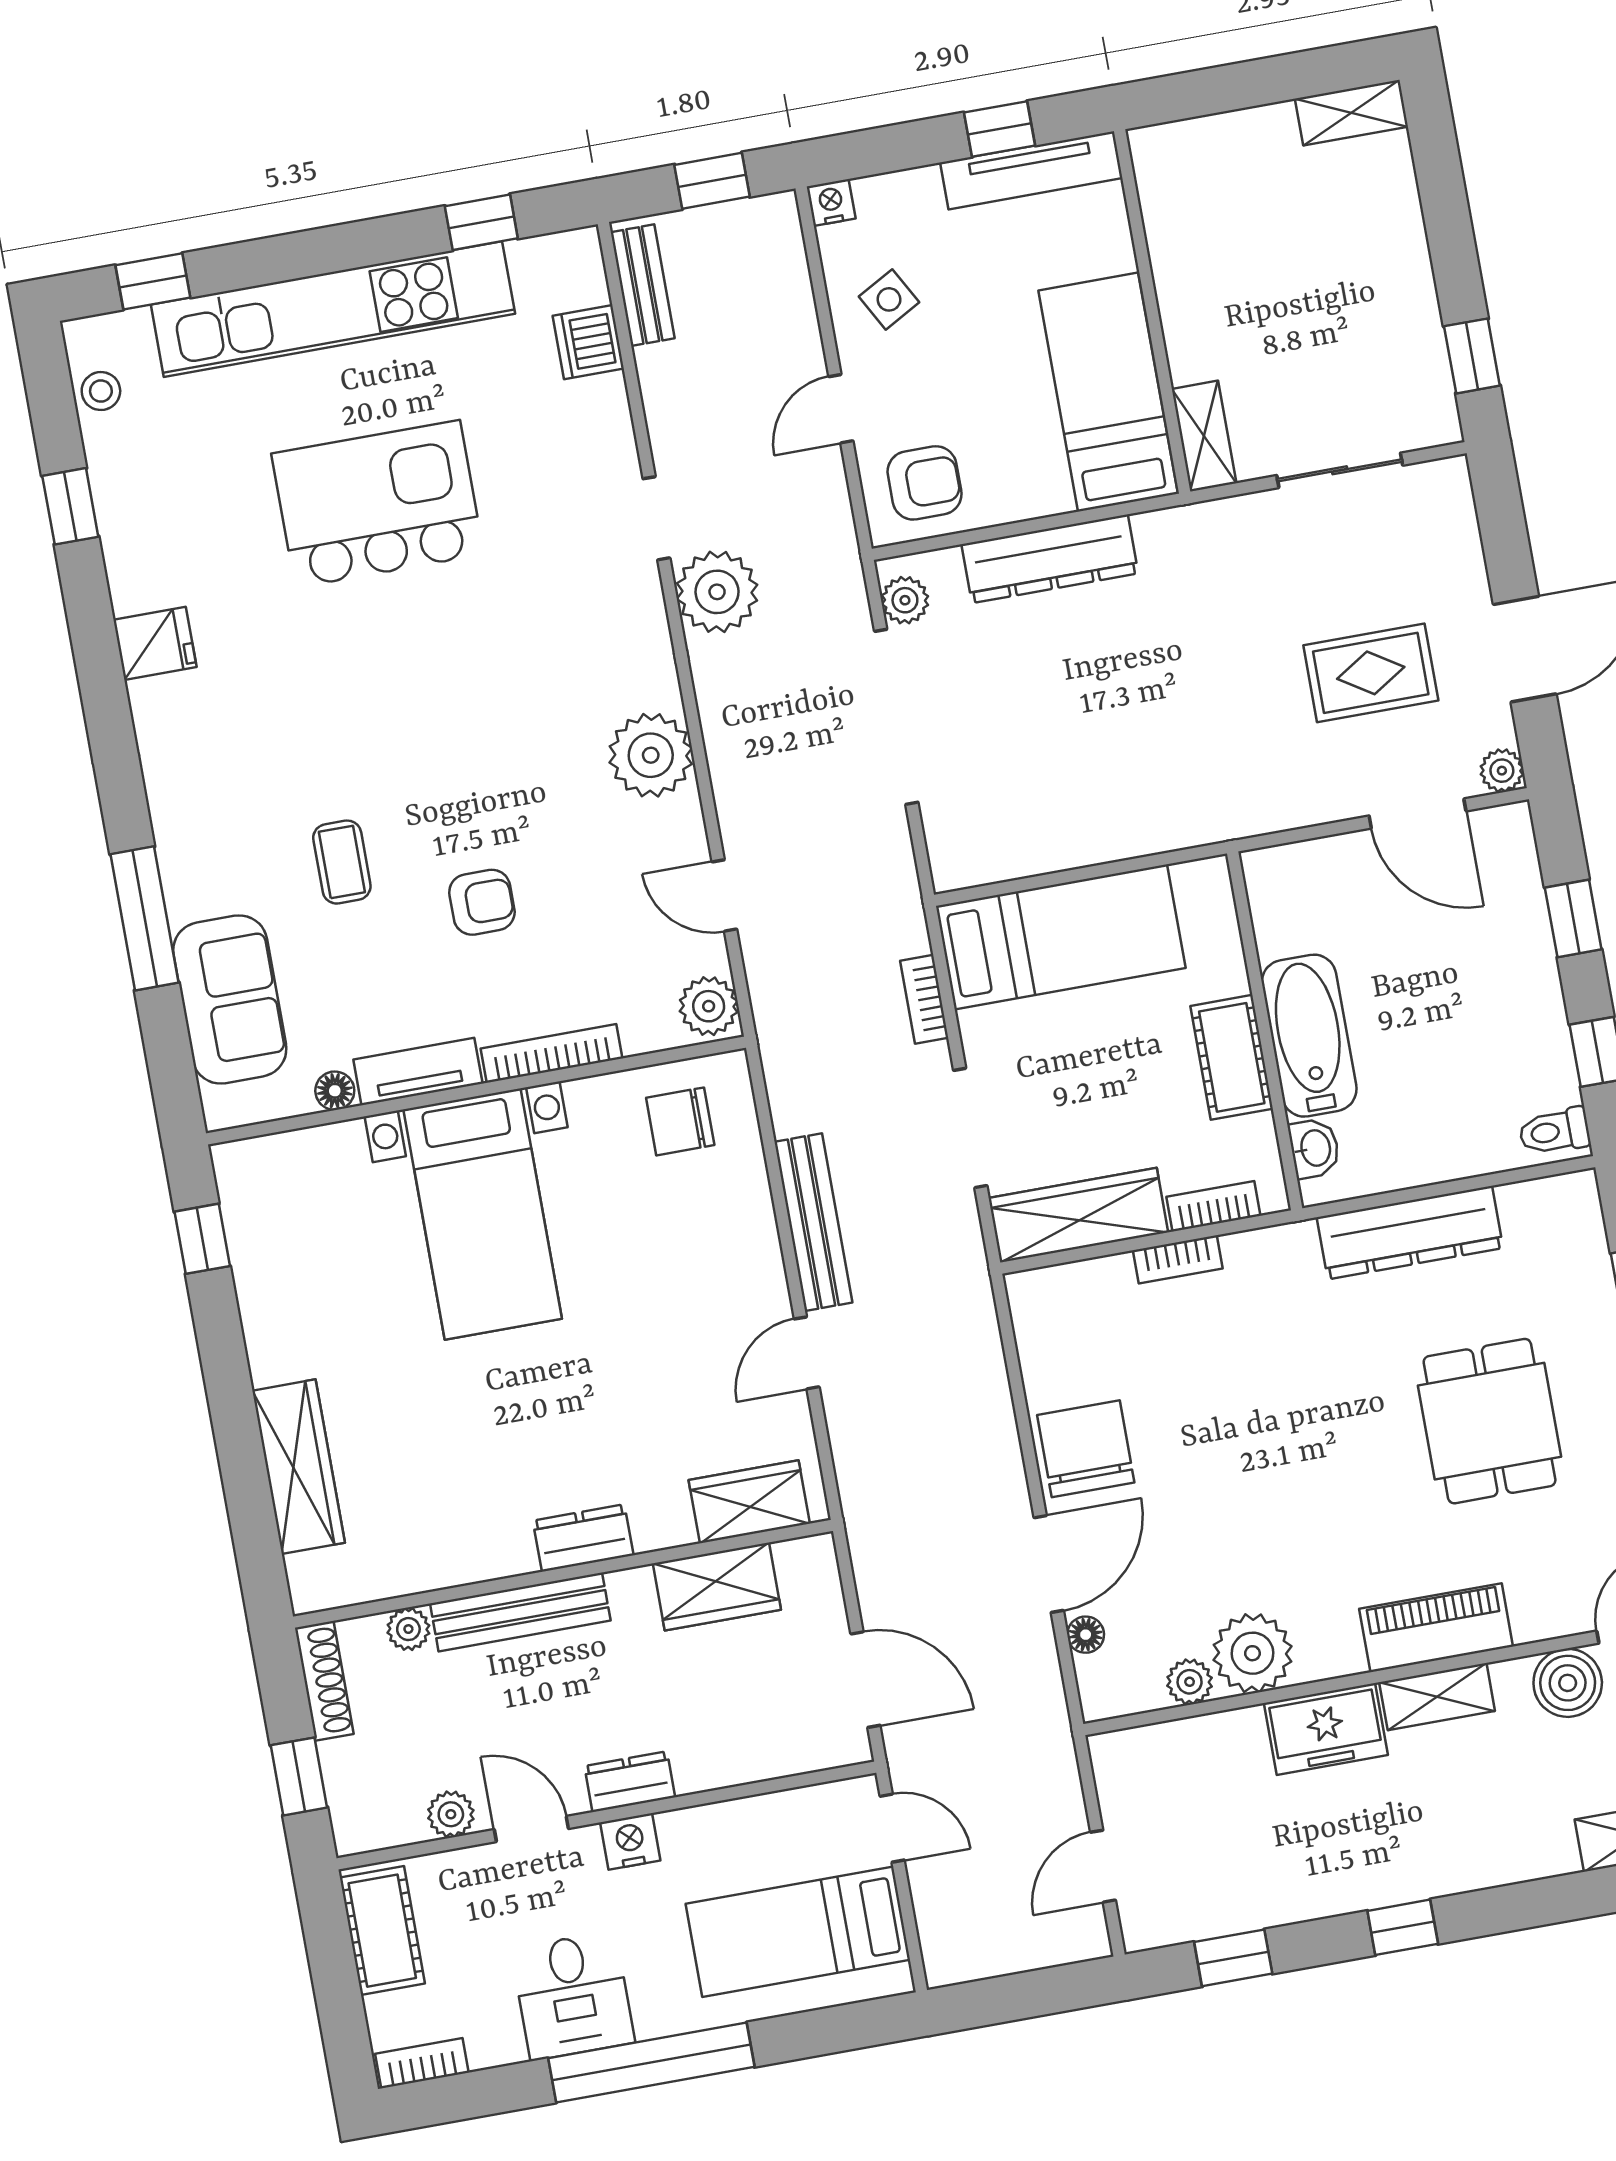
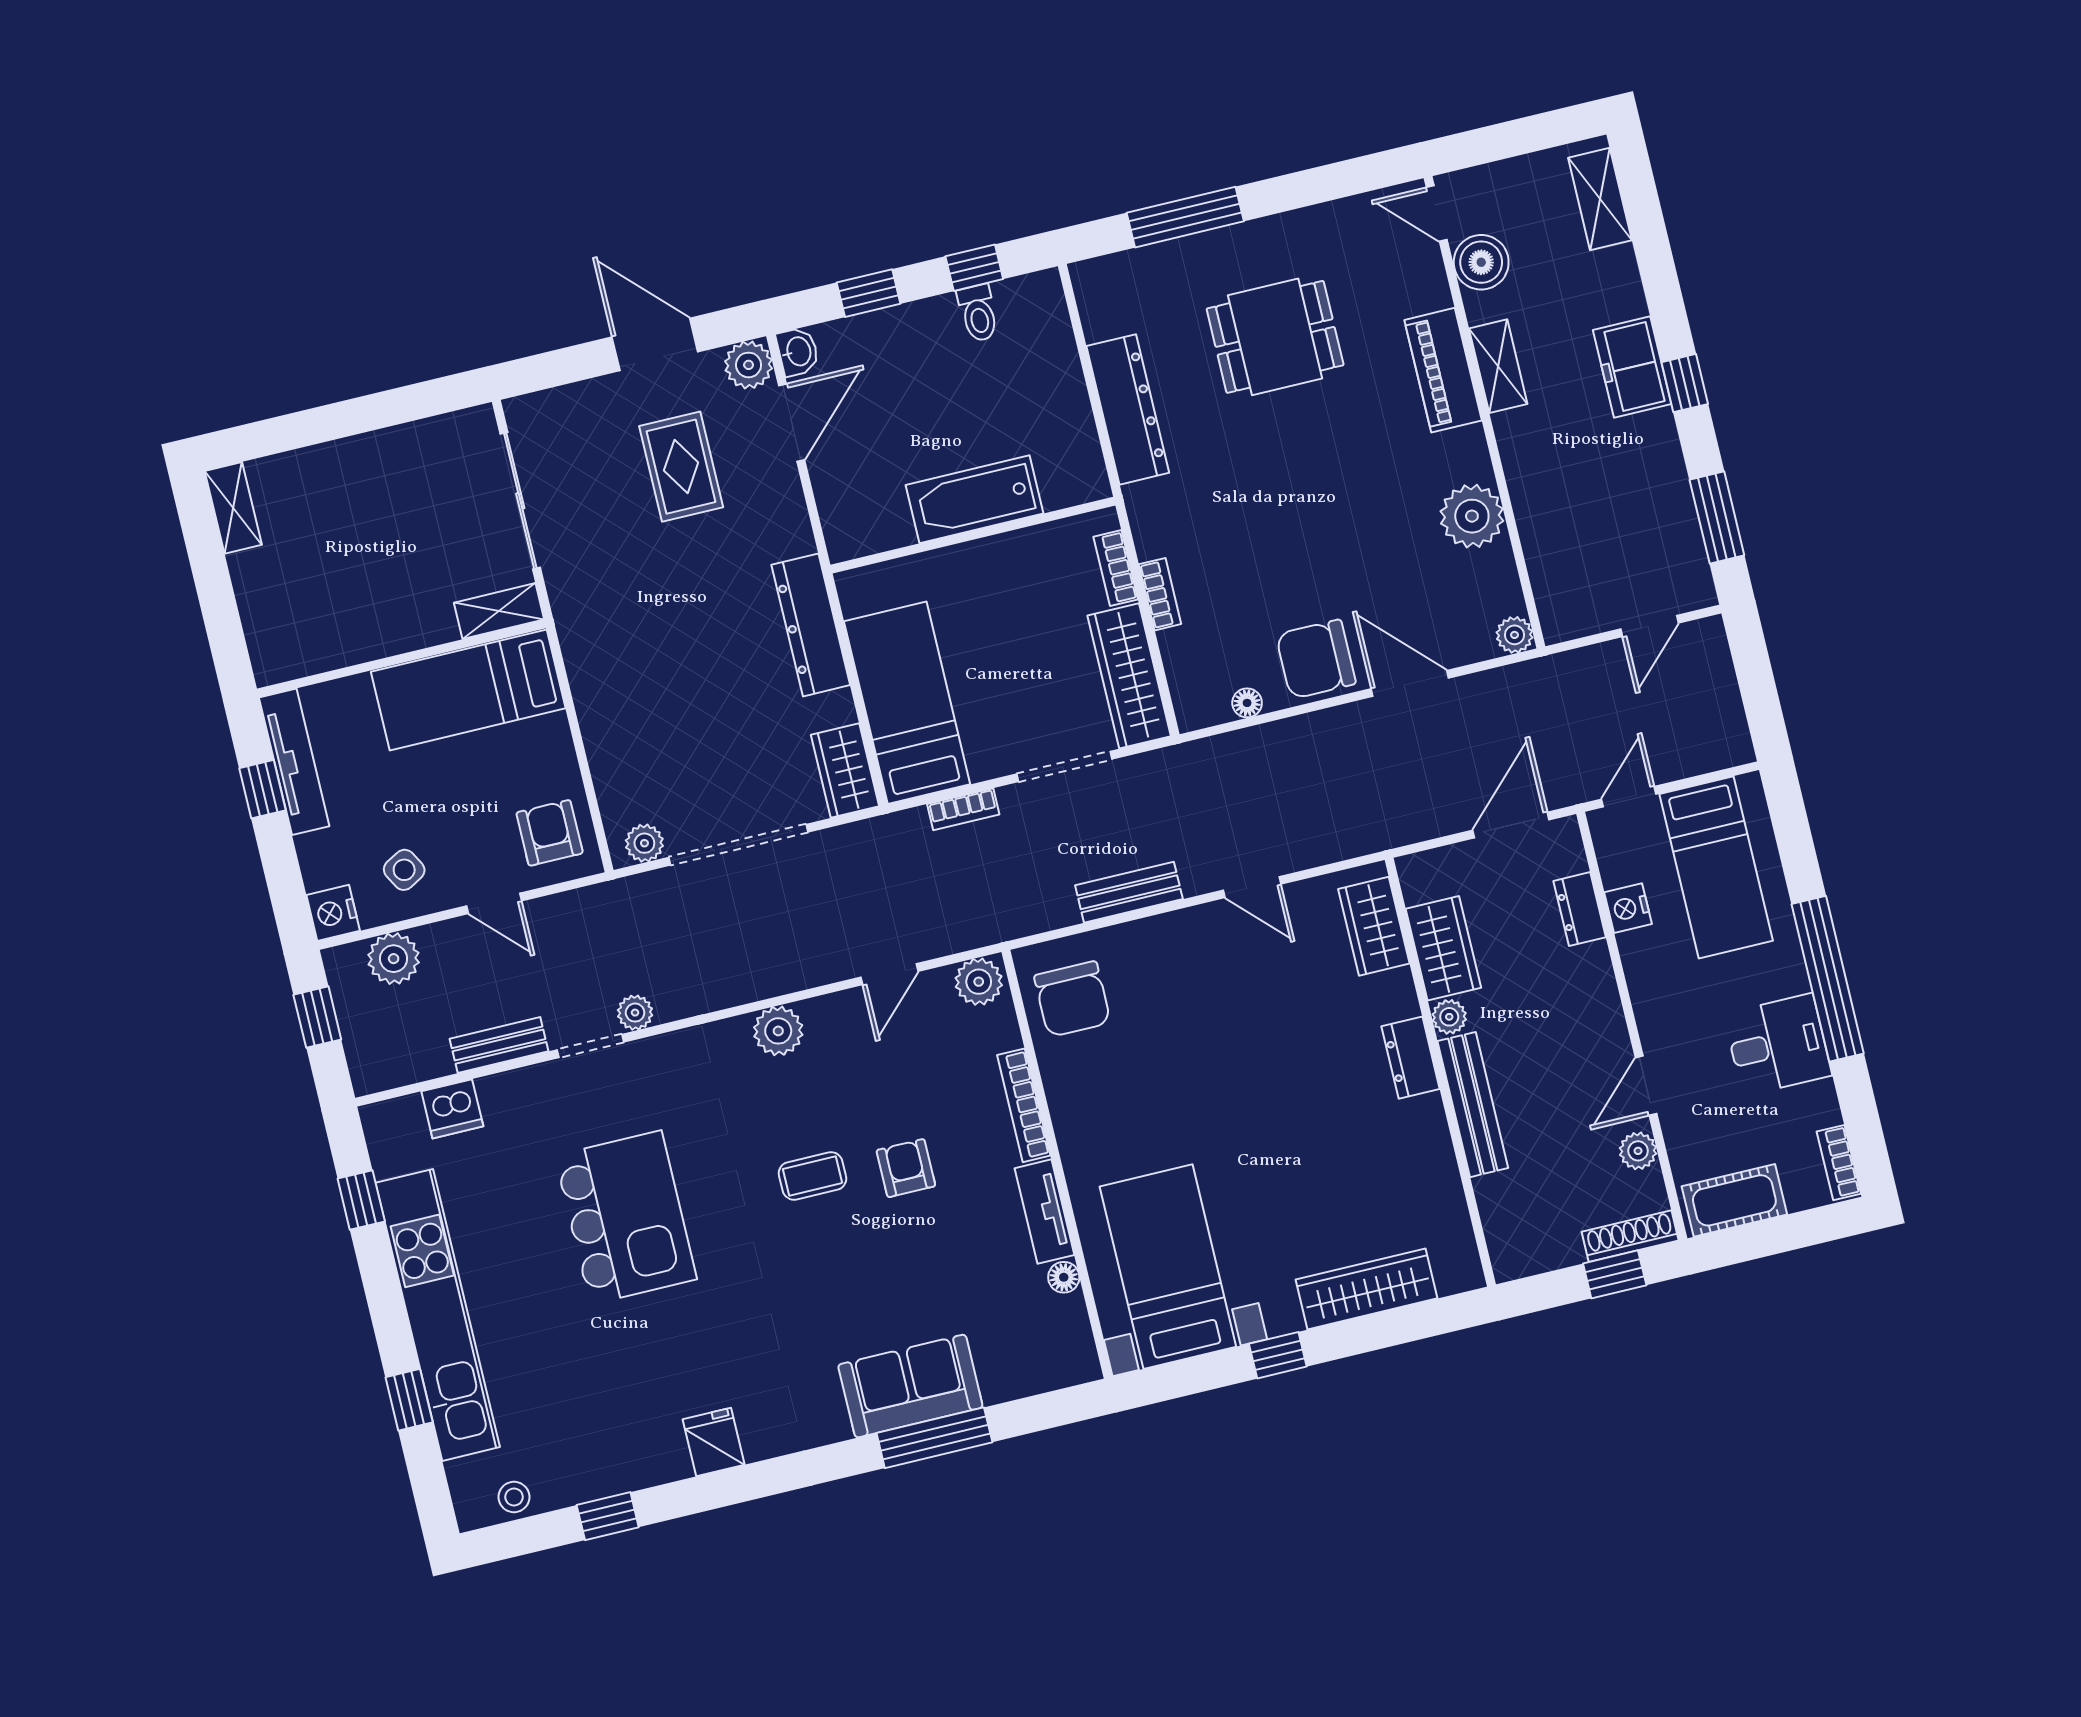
nightstand: (831, 202) -> (333, 913), width x1.39, depth x1.35
plant: (779, 280) -> (394, 959), added
window: (153, 281) -> (409, 1400), moved
bench: (643, 285) -> (499, 1045), moved
window: (1472, 356) -> (423, 400), removed
sliding door: (1340, 470) -> (520, 501), width x1.37
kitchen island: (378, 504) -> (626, 1217), moved, turned 180
dresser: (1050, 559) -> (811, 625), moved, turned 180
plant: (717, 592) -> (635, 1013), width x0.53, depth x0.53
plant: (651, 755) -> (778, 1031), width x0.73, depth x0.73
plant: (1502, 771) -> (749, 365), width x1.38, depth x1.38
wardrobe: (981, 855) -> (845, 771), added
coffee table: (342, 862) -> (813, 1176), moved
sofa: (230, 1000) -> (910, 1386), moved
cot: (1232, 1057) -> (996, 560), removed
chair: (680, 1121) -> (1072, 999), width x1.37, depth x1.37
toilet: (1554, 1131) -> (978, 313), moved
washbasin: (1314, 1148) -> (798, 352), moved, turned 90
bed with nightstands: (483, 1214) -> (1168, 1267), moved, turned -90
bench: (813, 1222) -> (1129, 892), width x0.73
window: (202, 1239) -> (1278, 1355), moved
plant: (408, 1629) -> (1449, 1017), moved
floor lamp: (1086, 1635) -> (1247, 703), moved
shoe rack: (324, 1681) -> (1630, 1236), moved
plant: (1190, 1682) -> (1515, 635), moved
freezer: (1326, 1729) -> (1632, 367), moved, turned 180
dresser: (630, 1782) -> (1580, 909), moved
nightstand: (630, 1841) -> (1628, 908), moved
door: (1103, 1866) -> (1649, 626), hinge flipped
window: (1233, 1958) -> (1717, 517), width x1.50

